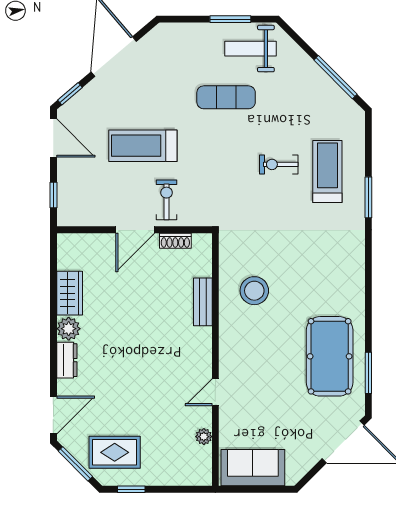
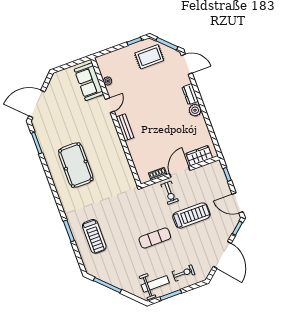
exercise mat: (226, 97) -> (155, 238), moved
exercise bike: (279, 164) -> (183, 273), moved
stool: (254, 291) -> (109, 163), removed
wardrobe: (70, 293) -> (199, 156), moved, turned 90
bench: (203, 302) -> (125, 127), moved
pool table: (330, 356) -> (76, 165), moved
door: (53, 415) -> (187, 64), swing flipped
sofa: (253, 468) -> (89, 82), moved, turned 90

